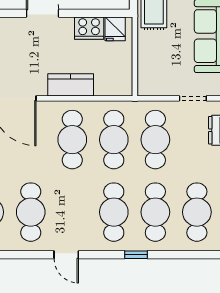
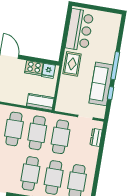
kitchen counter: (71, 85) -> (40, 102), moved

